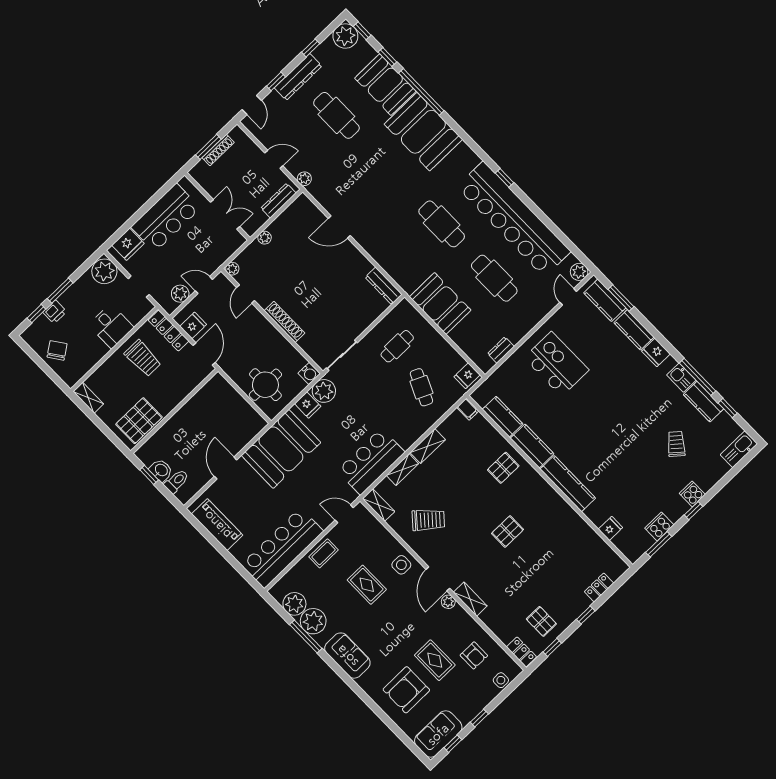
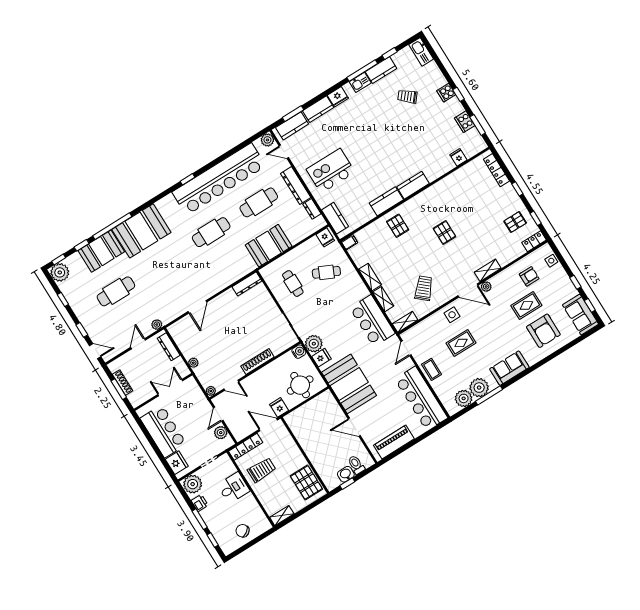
dresser: (298, 77) -> (296, 185), moved, turned 180
printer: (55, 312) -> (200, 503), moved
fridge: (193, 325) -> (279, 407), moved
kitchen counter: (503, 417) -> (335, 218), moved, turned 90
kitchen counter: (568, 484) -> (413, 185), width x0.67
locker: (599, 587) -> (496, 170), width x1.53

